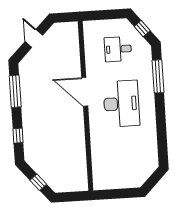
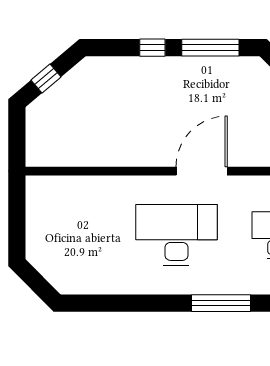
desk: (121, 104) -> (176, 235), turned 180
window: (18, 136) -> (152, 48), moved

